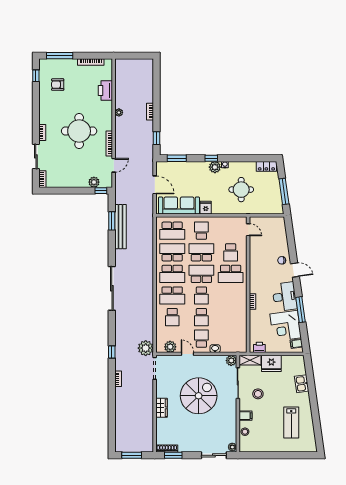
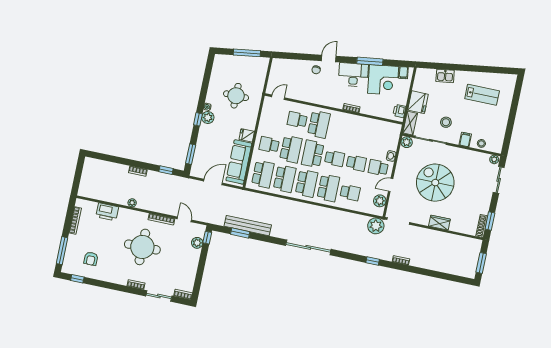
locker: (266, 166) -> (218, 65), removed
school desk: (172, 252) -> (285, 179), turned 180
school desk: (201, 252) -> (291, 149), turned 180
school desk: (231, 252) -> (297, 120), turned 180

